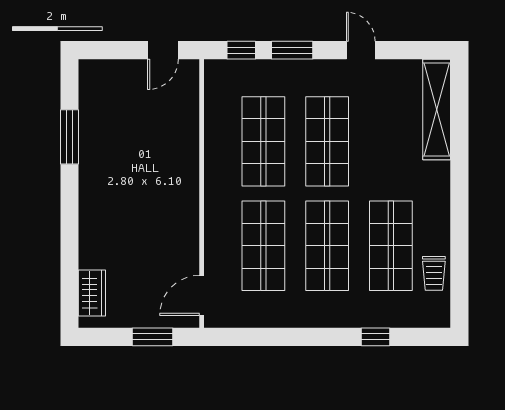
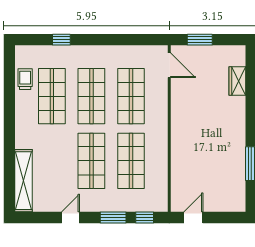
door: (361, 50) -> (71, 217), swing flipped
wardrobe: (92, 293) -> (237, 81), moved
door: (202, 295) -> (169, 65), hinge flipped

